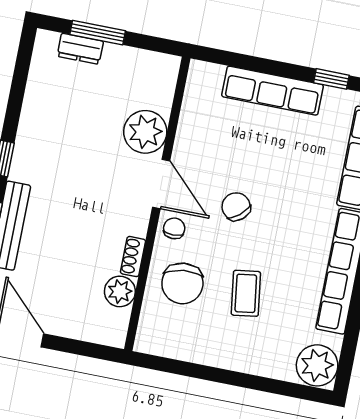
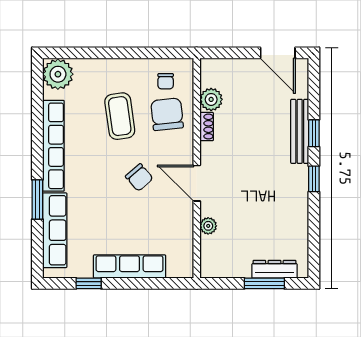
dresser: (80, 49) -> (274, 269), width x1.44
plant: (145, 132) -> (208, 226), width x0.53, depth x0.53
chair: (174, 228) -> (166, 81), moved
coffee table: (246, 293) -> (120, 116), width x1.36, depth x1.30

